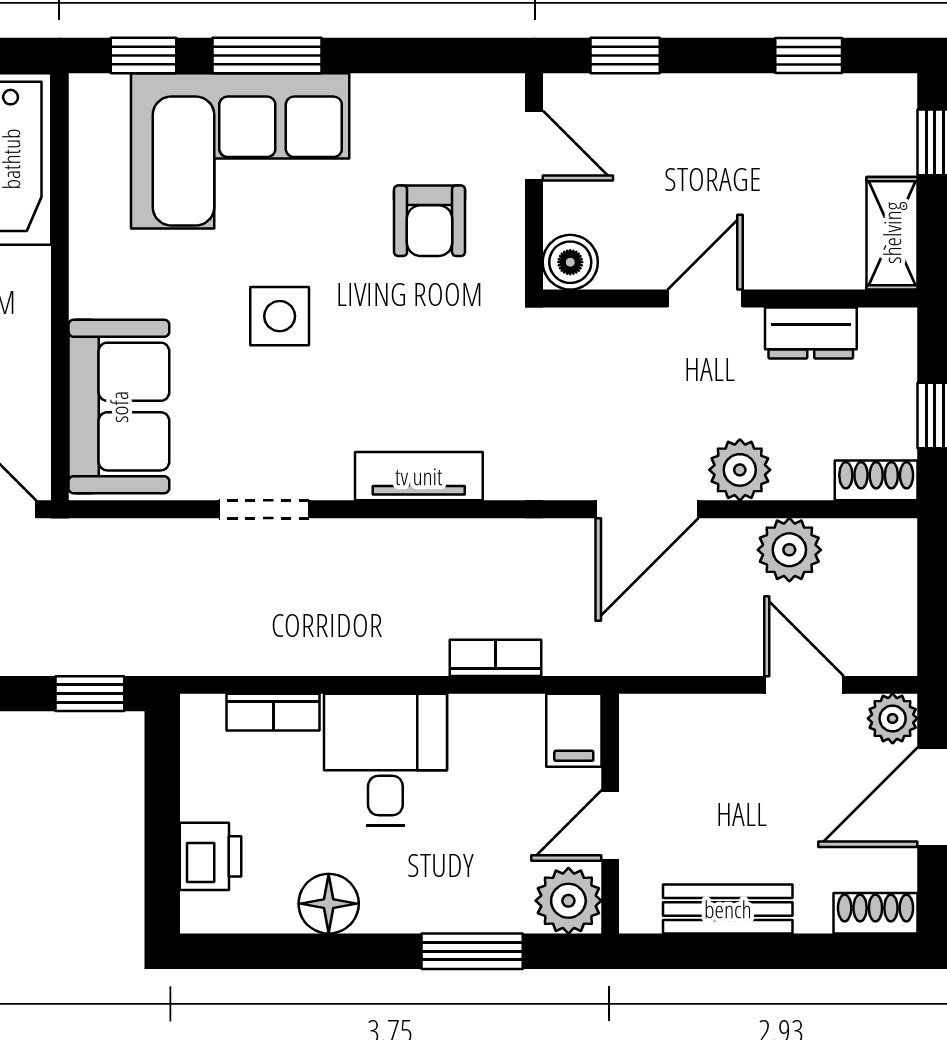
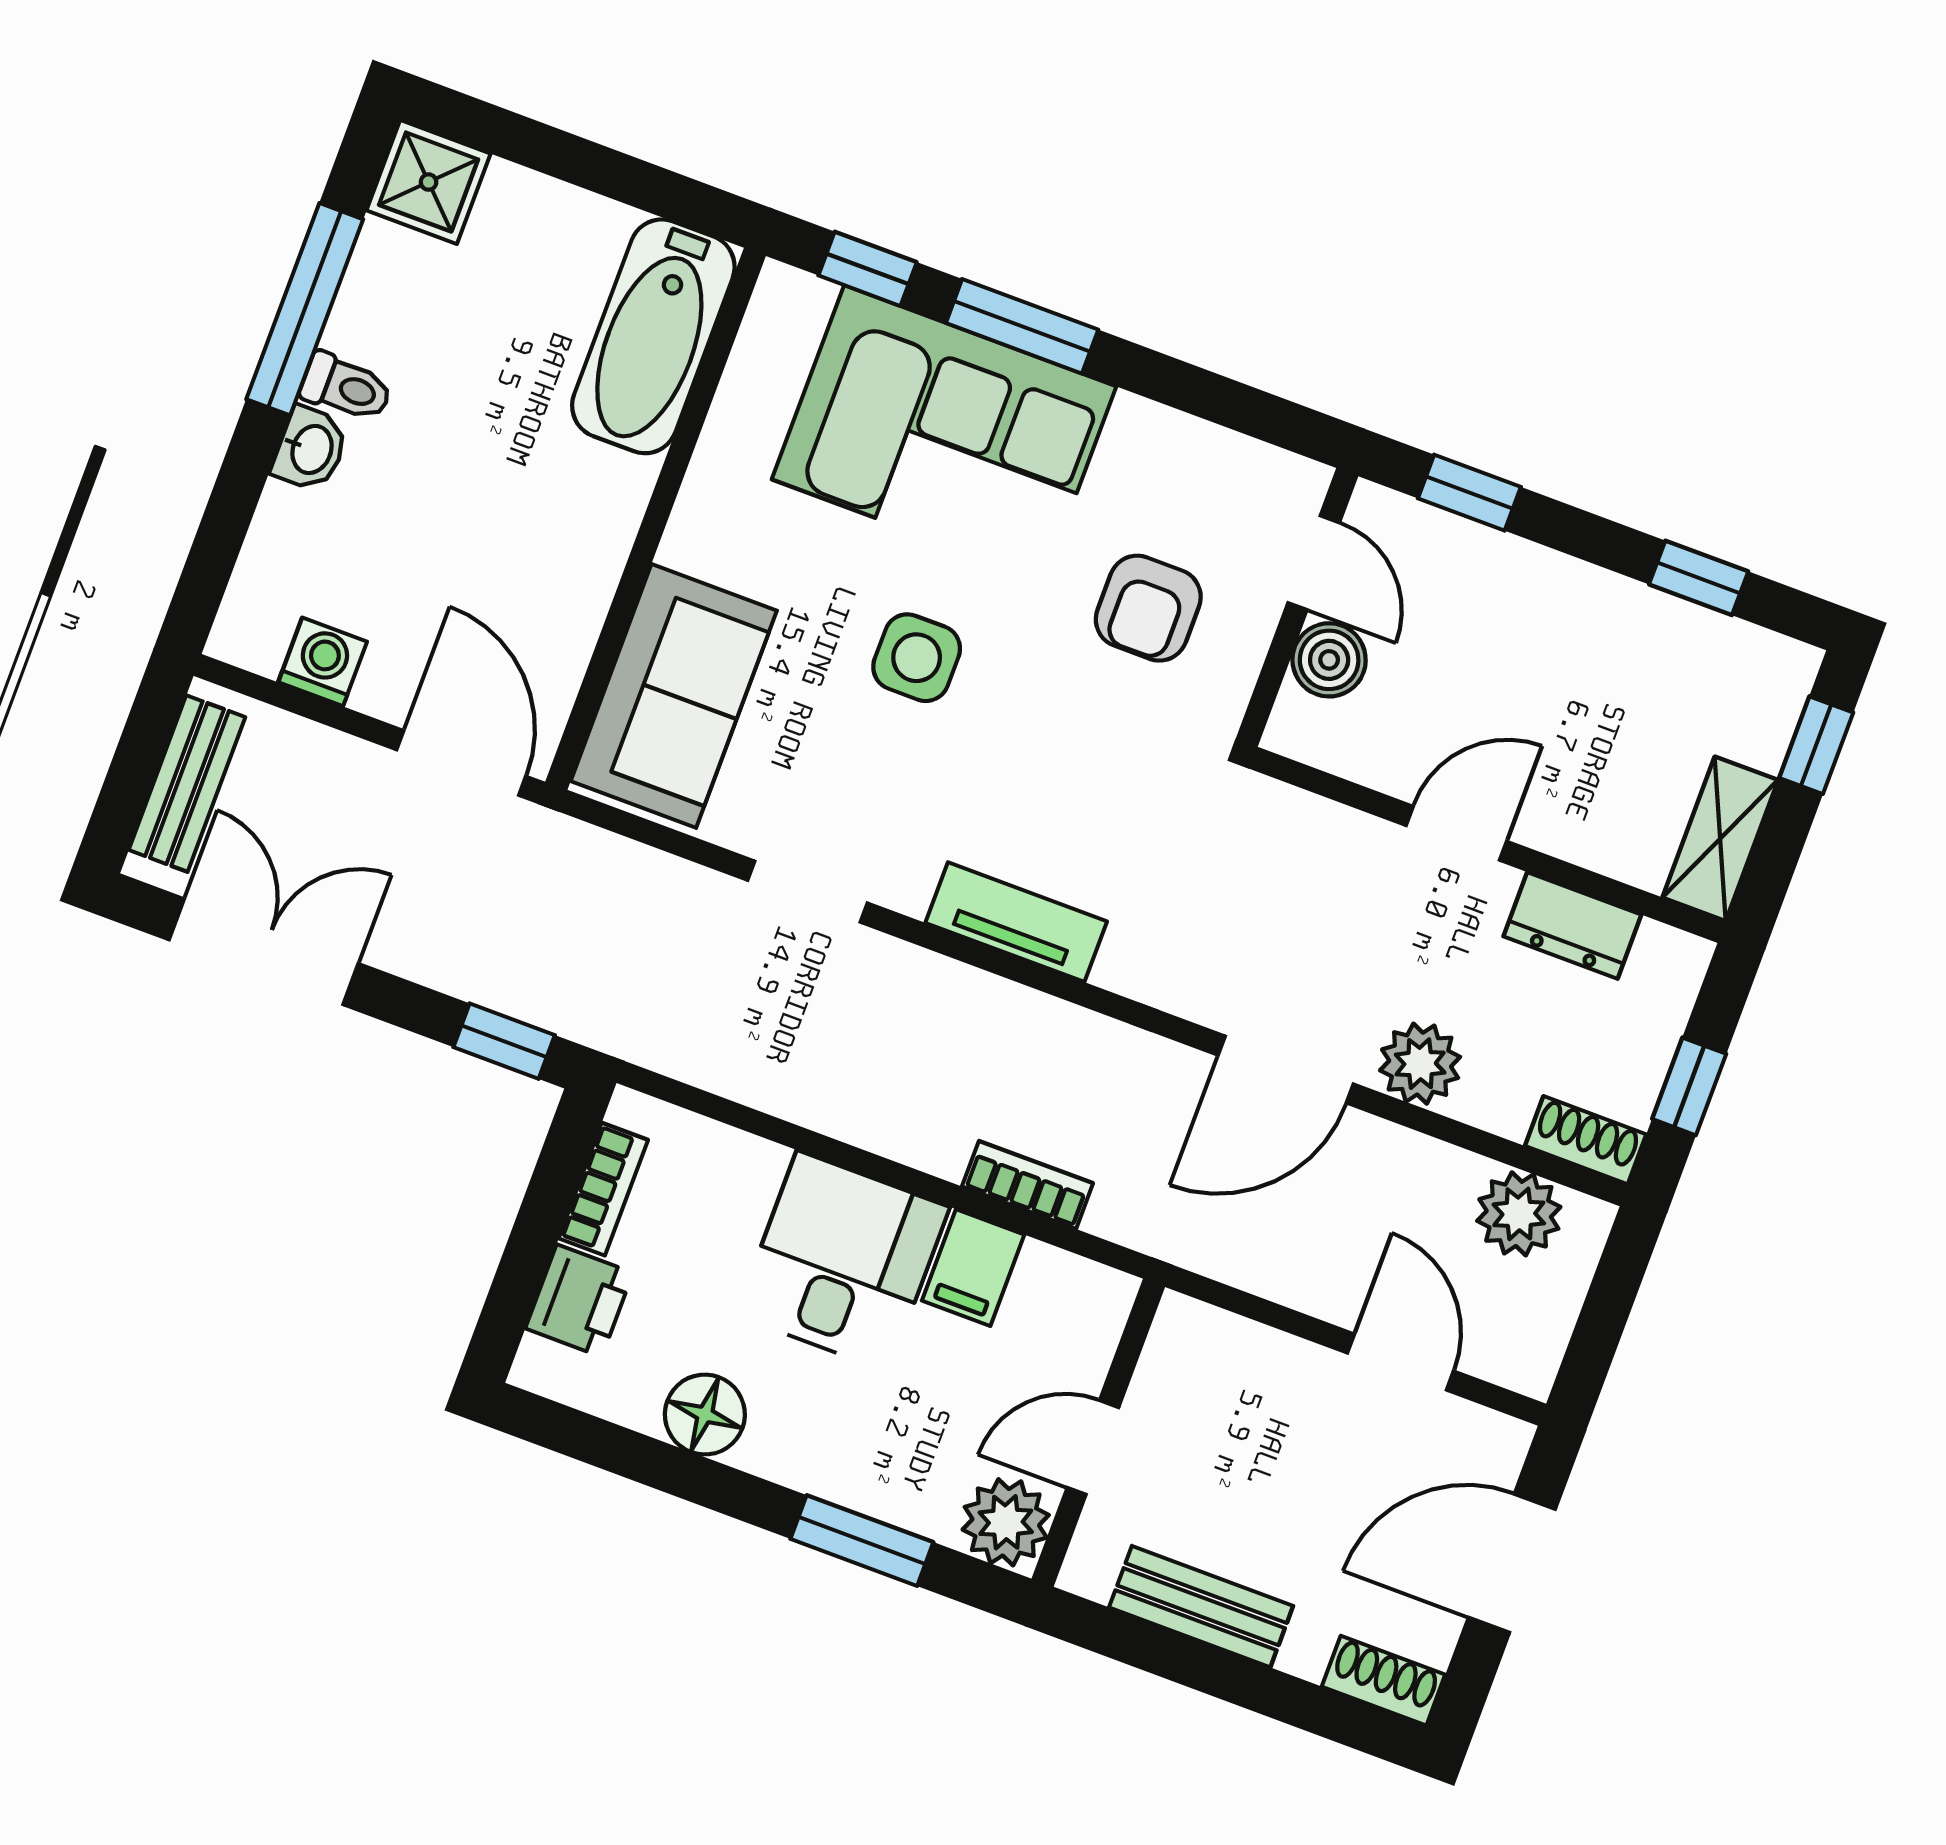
boiler: (570, 262) -> (1329, 660), moved
plant: (789, 550) -> (1519, 1214), moved
bookcase: (273, 712) -> (603, 1189), moved, turned -90
plant: (893, 718) -> (1495, 1445), removed
filing cabinet: (574, 730) -> (973, 1268), moved

